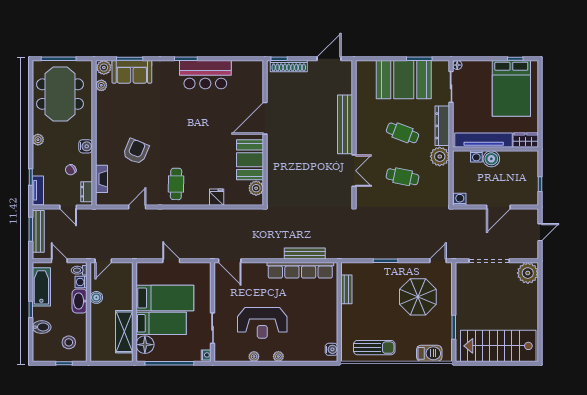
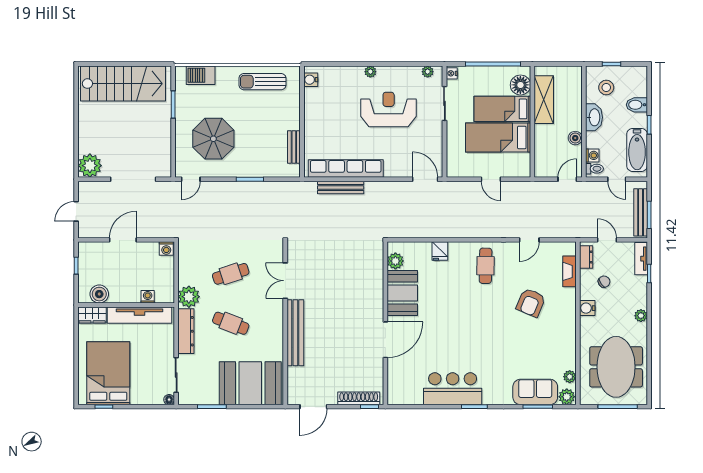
booth: (404, 80) -> (250, 383), moved
boiler: (491, 159) -> (99, 294), moved
cafe table: (403, 177) -> (231, 274), turned -30
washbasin: (80, 301) -> (594, 117), moved
plant: (254, 356) -> (428, 72), moved

